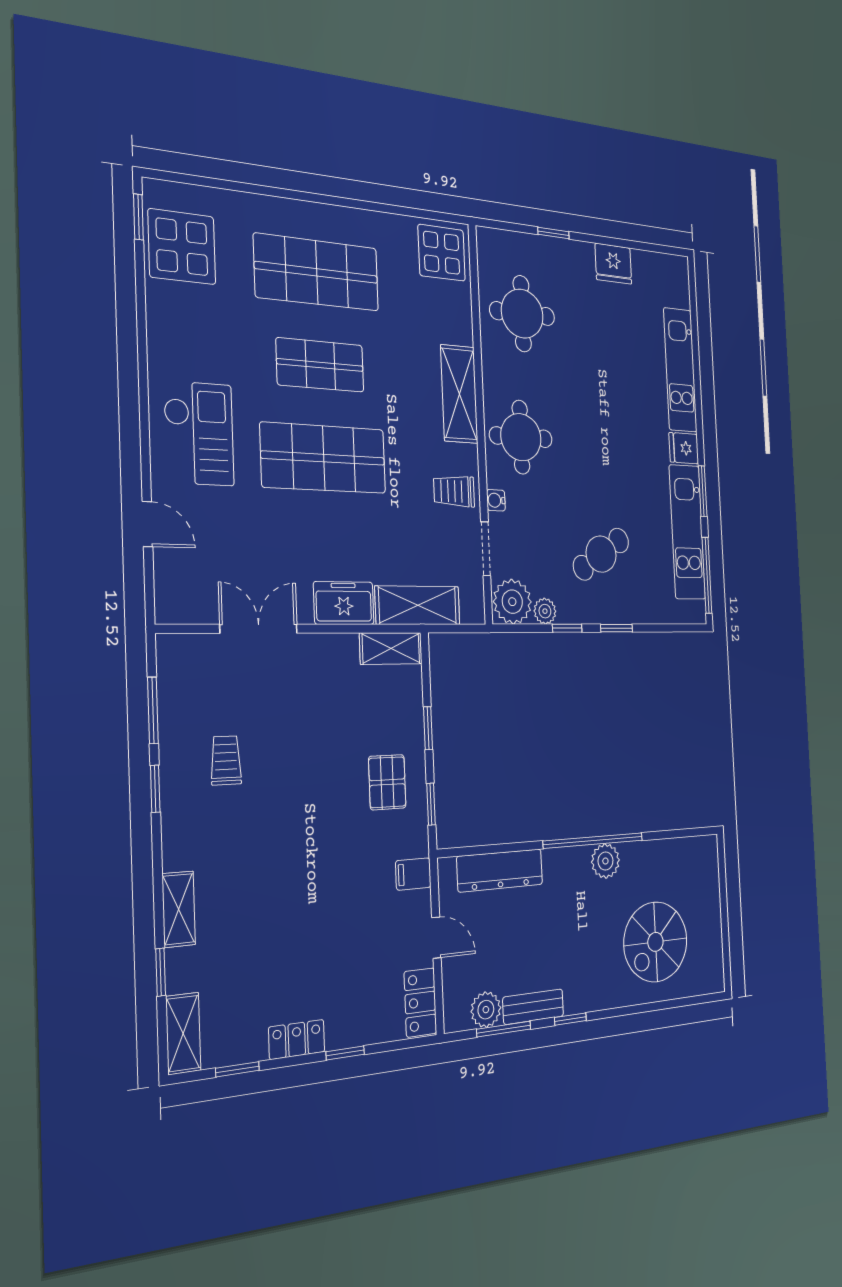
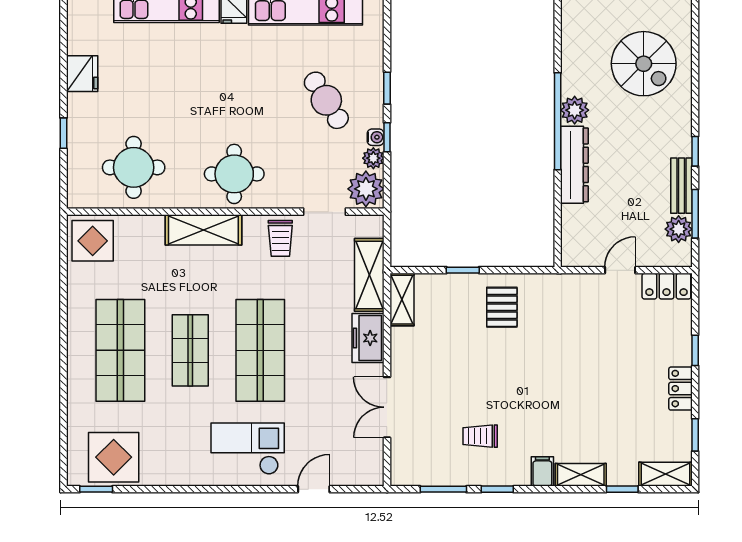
water cooler: (496, 500) -> (376, 137), moved, turned -90
pallet: (387, 782) -> (502, 307), turned 90
window: (431, 804) -> (520, 270), removed
dresser: (500, 870) -> (574, 165), moved
filing cabinet: (413, 874) -> (542, 471), moved, turned 180

